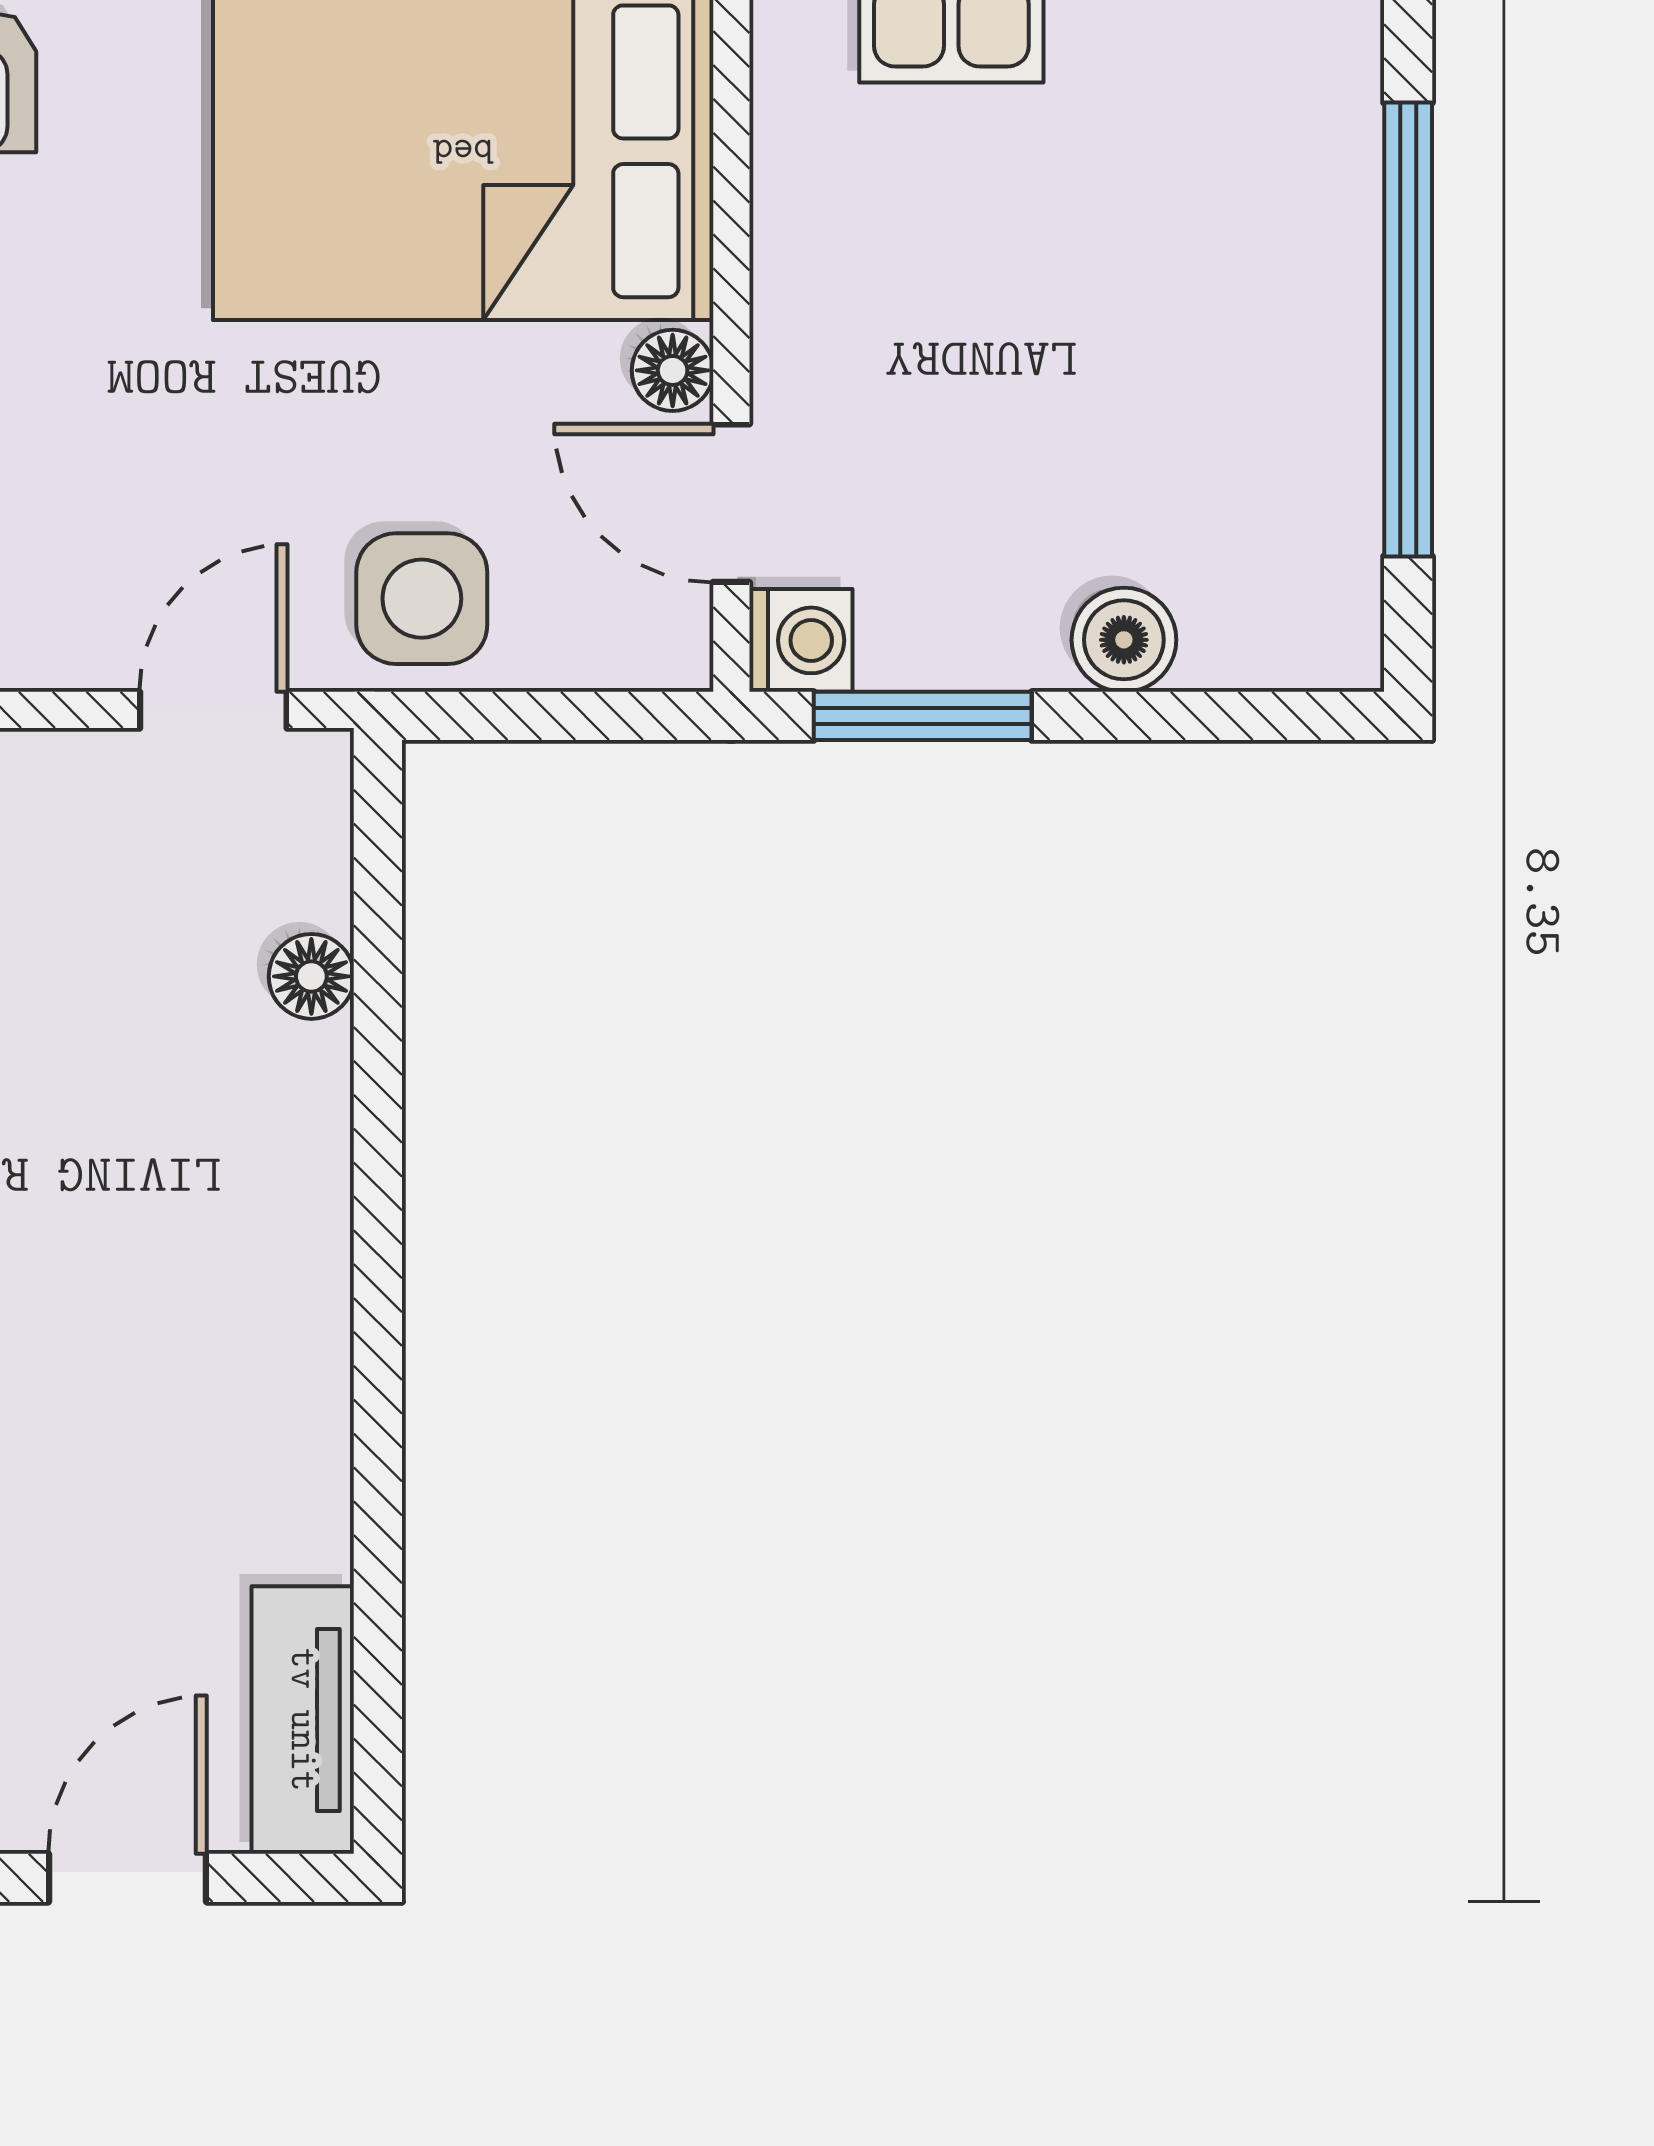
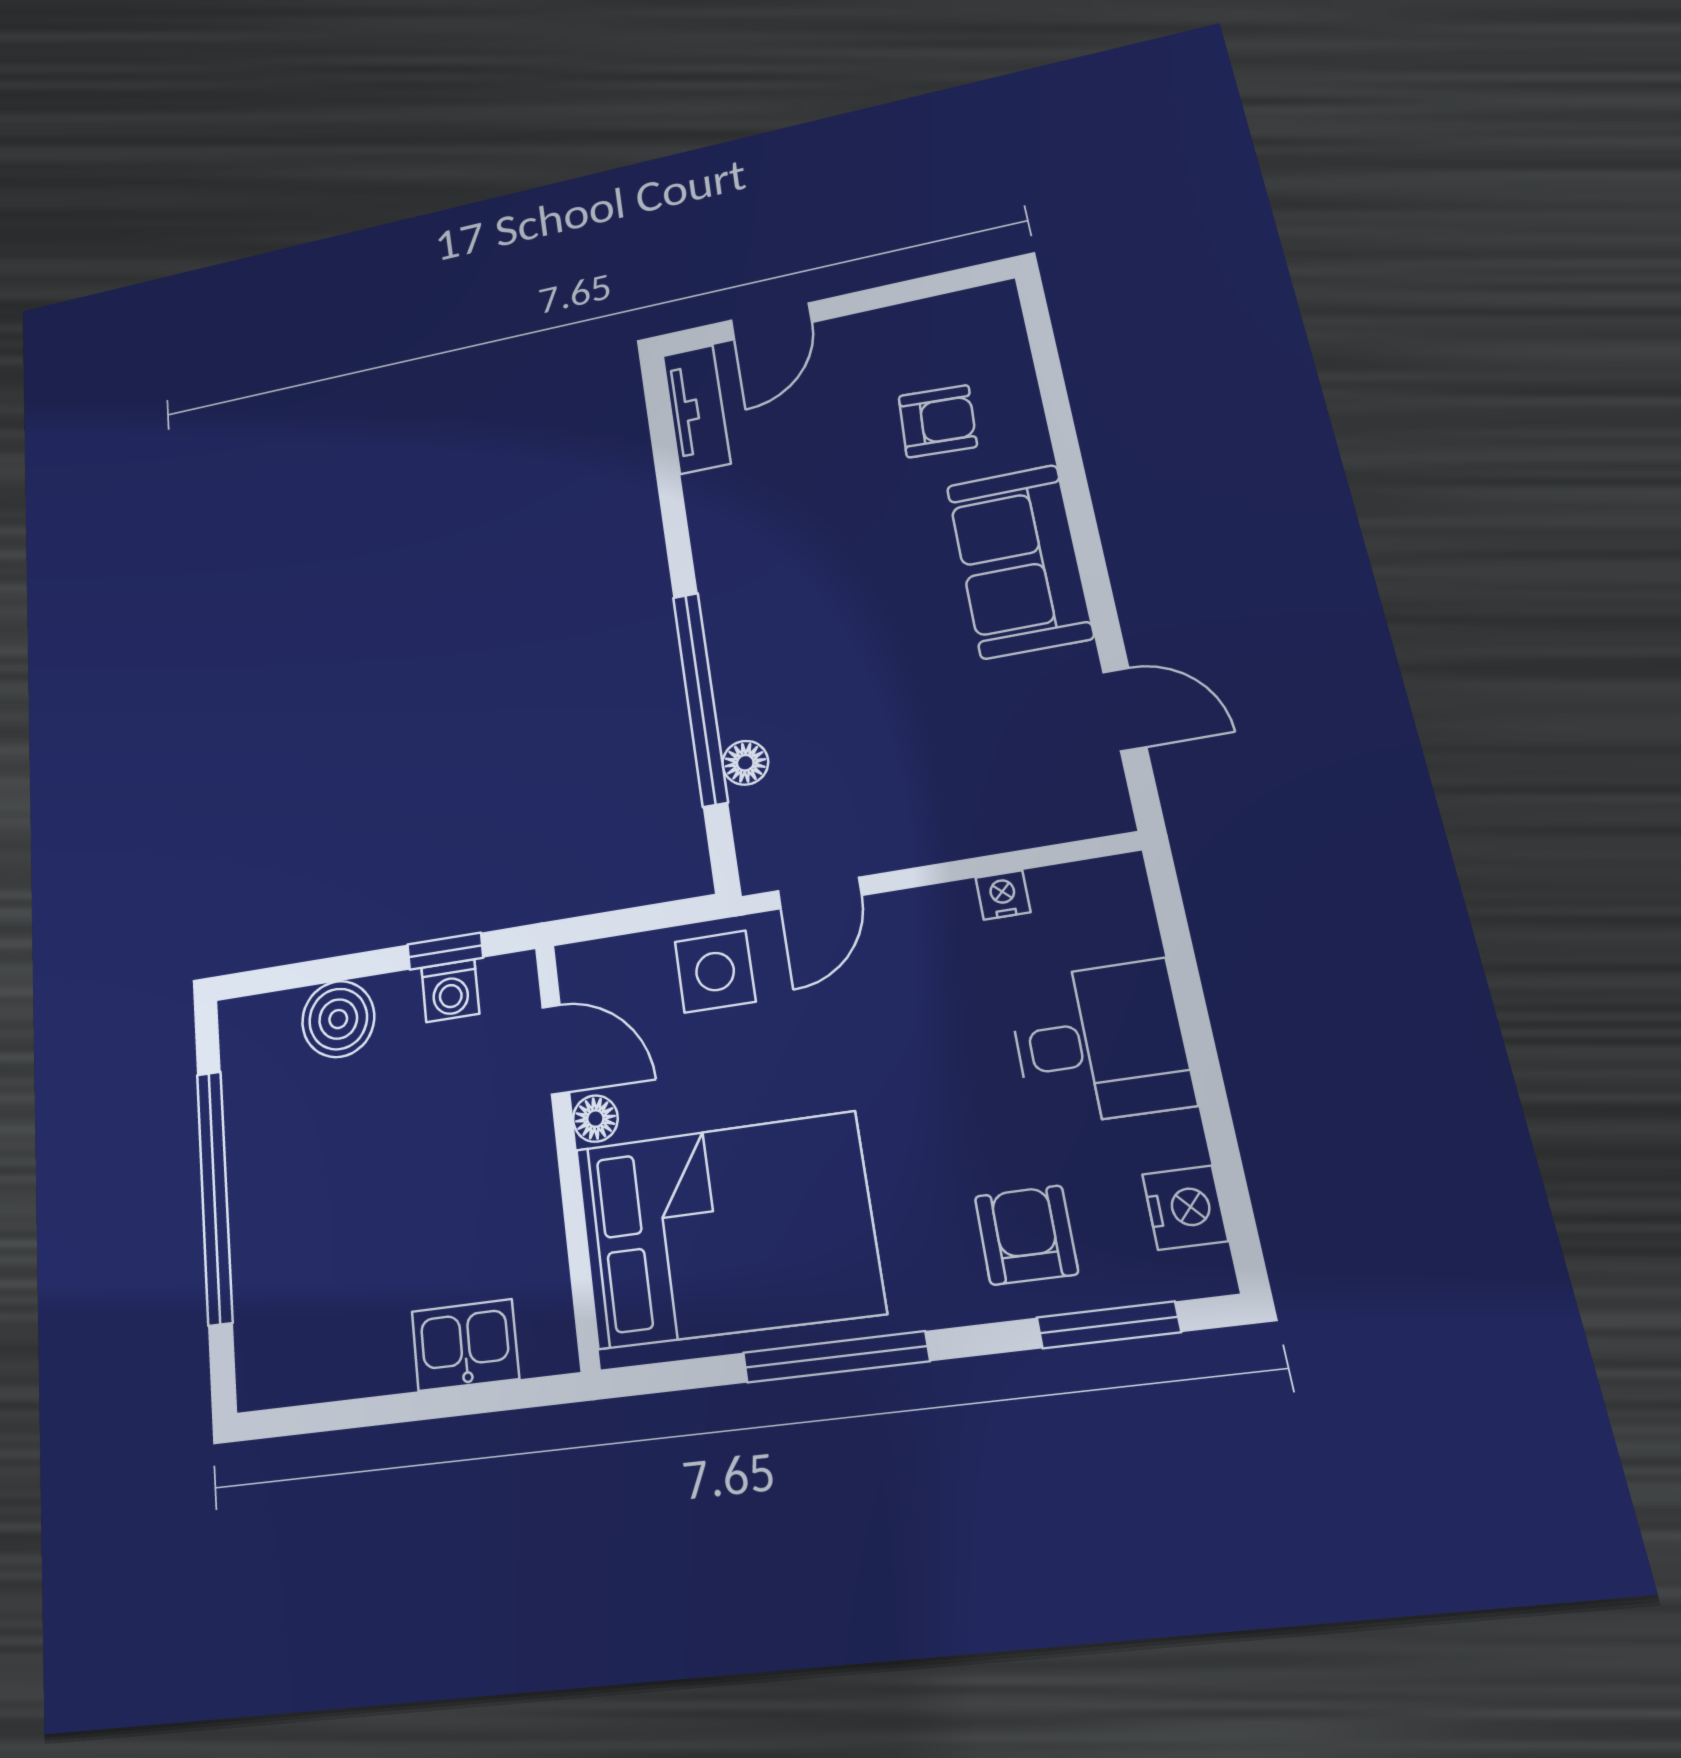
washing machine: (801, 640) -> (450, 991), moved, turned -90
boiler: (1124, 640) -> (338, 1019), width x1.36, depth x1.36
window: (923, 716) -> (445, 951), width x0.67
window: (378, 1118) -> (700, 698), added

